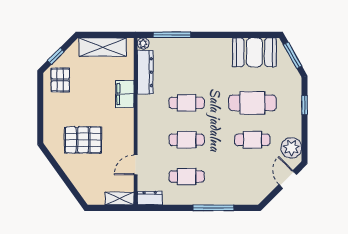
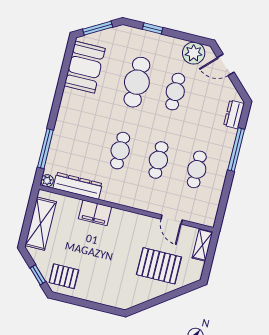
pallet: (83, 140) -> (159, 266), moved, turned 90
dresser: (150, 198) -> (234, 114), moved

